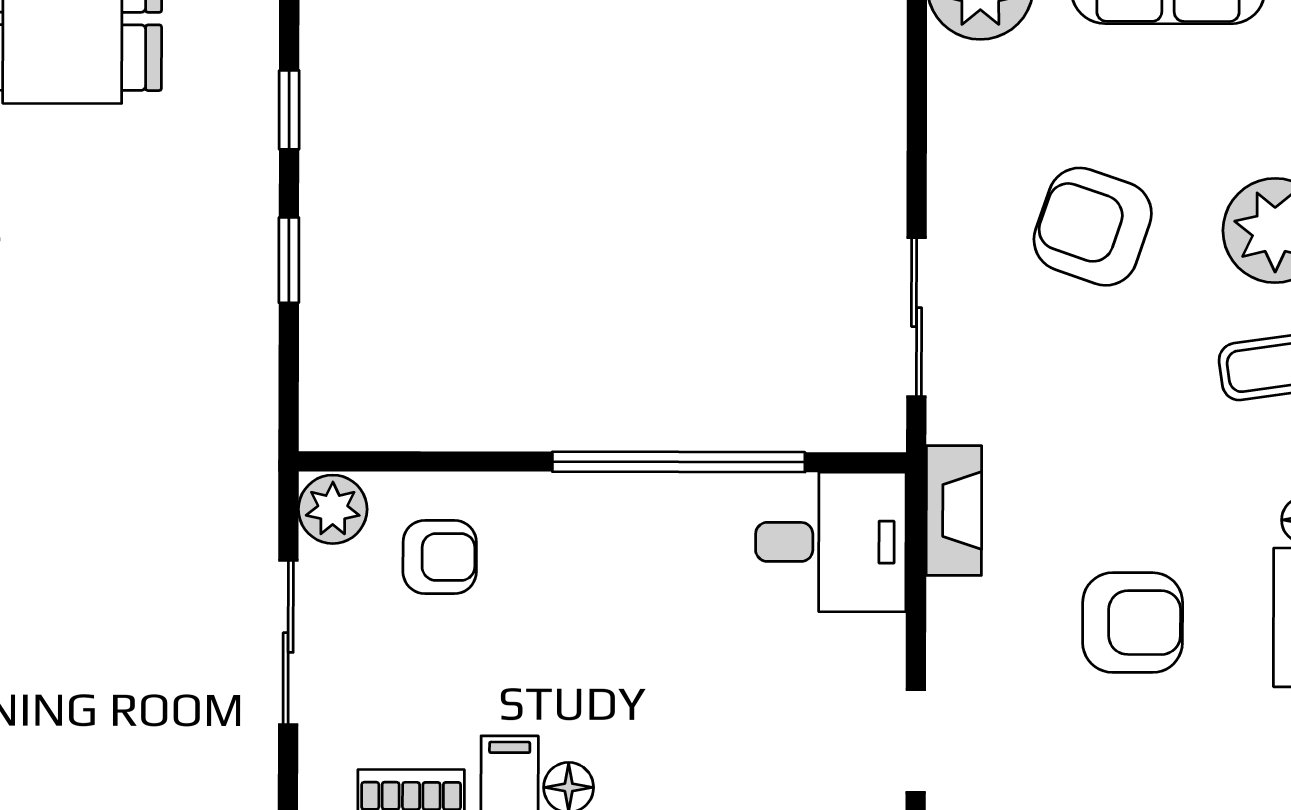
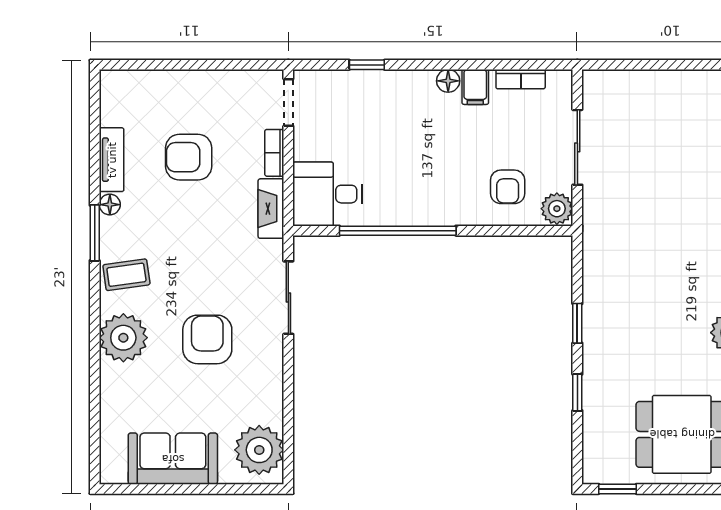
armchair: (1093, 227) -> (207, 339), turned -109
armchair: (440, 557) -> (508, 187), turned -90
bookcase: (946, 632) -> (274, 153), added

